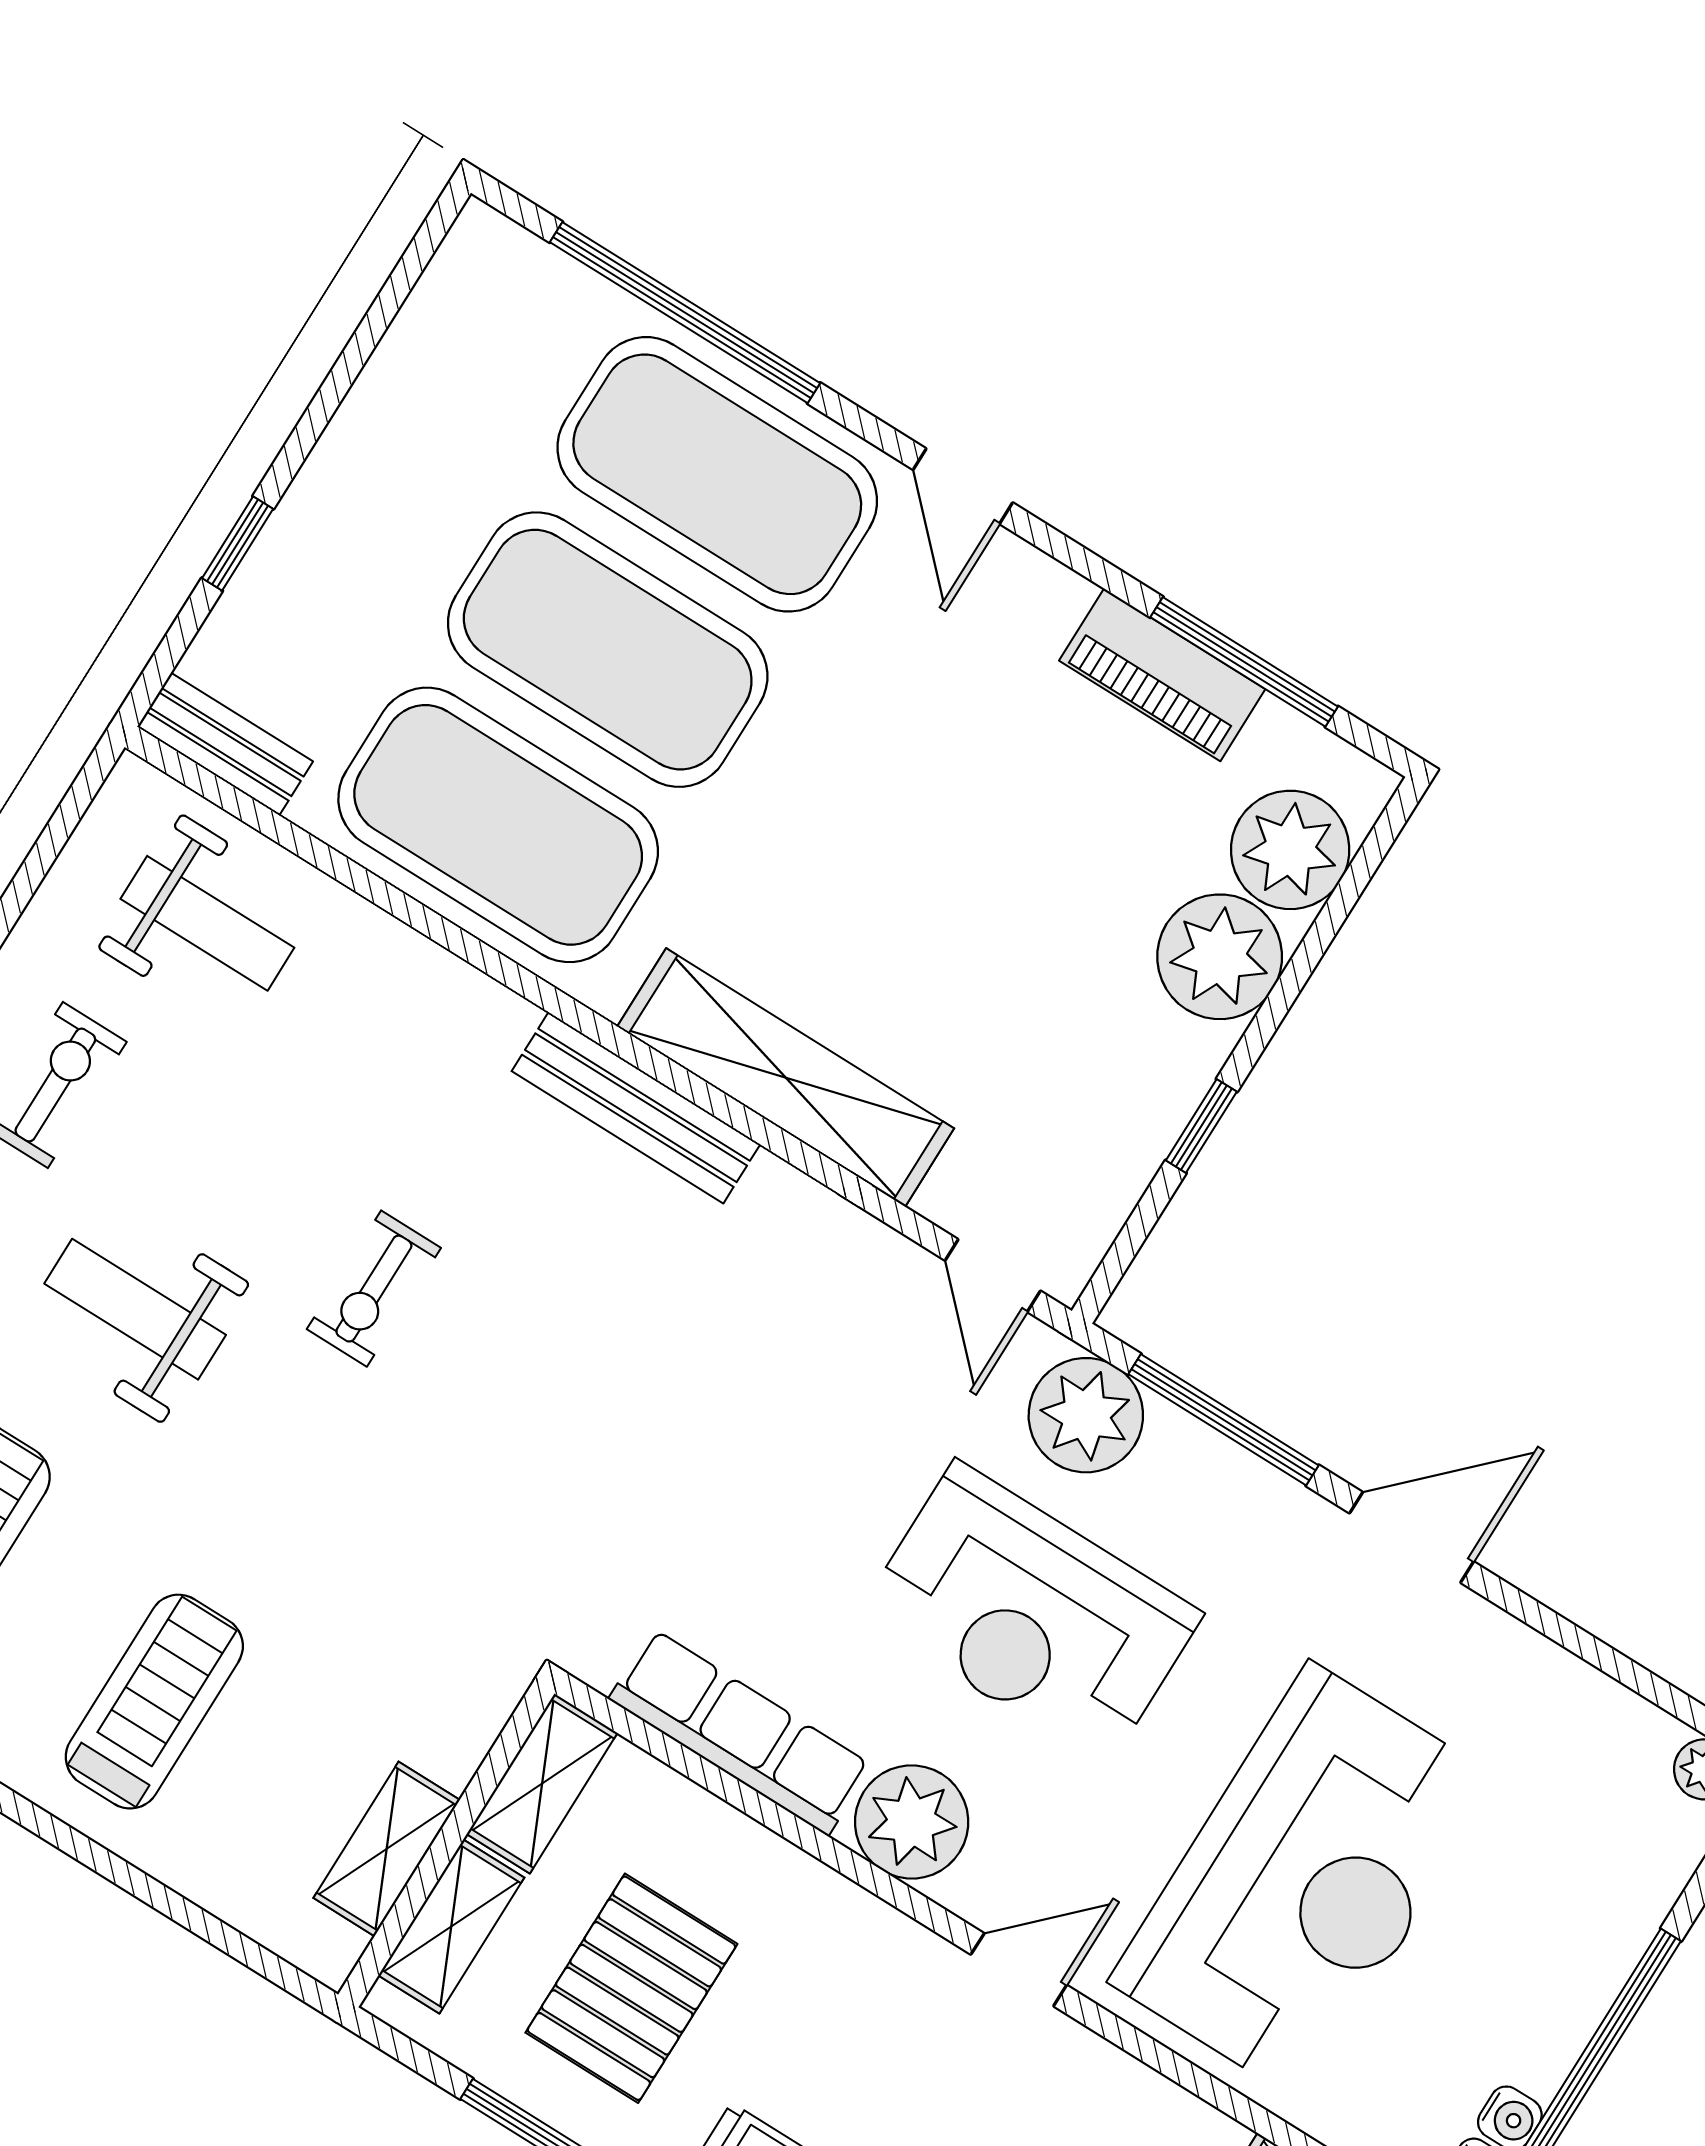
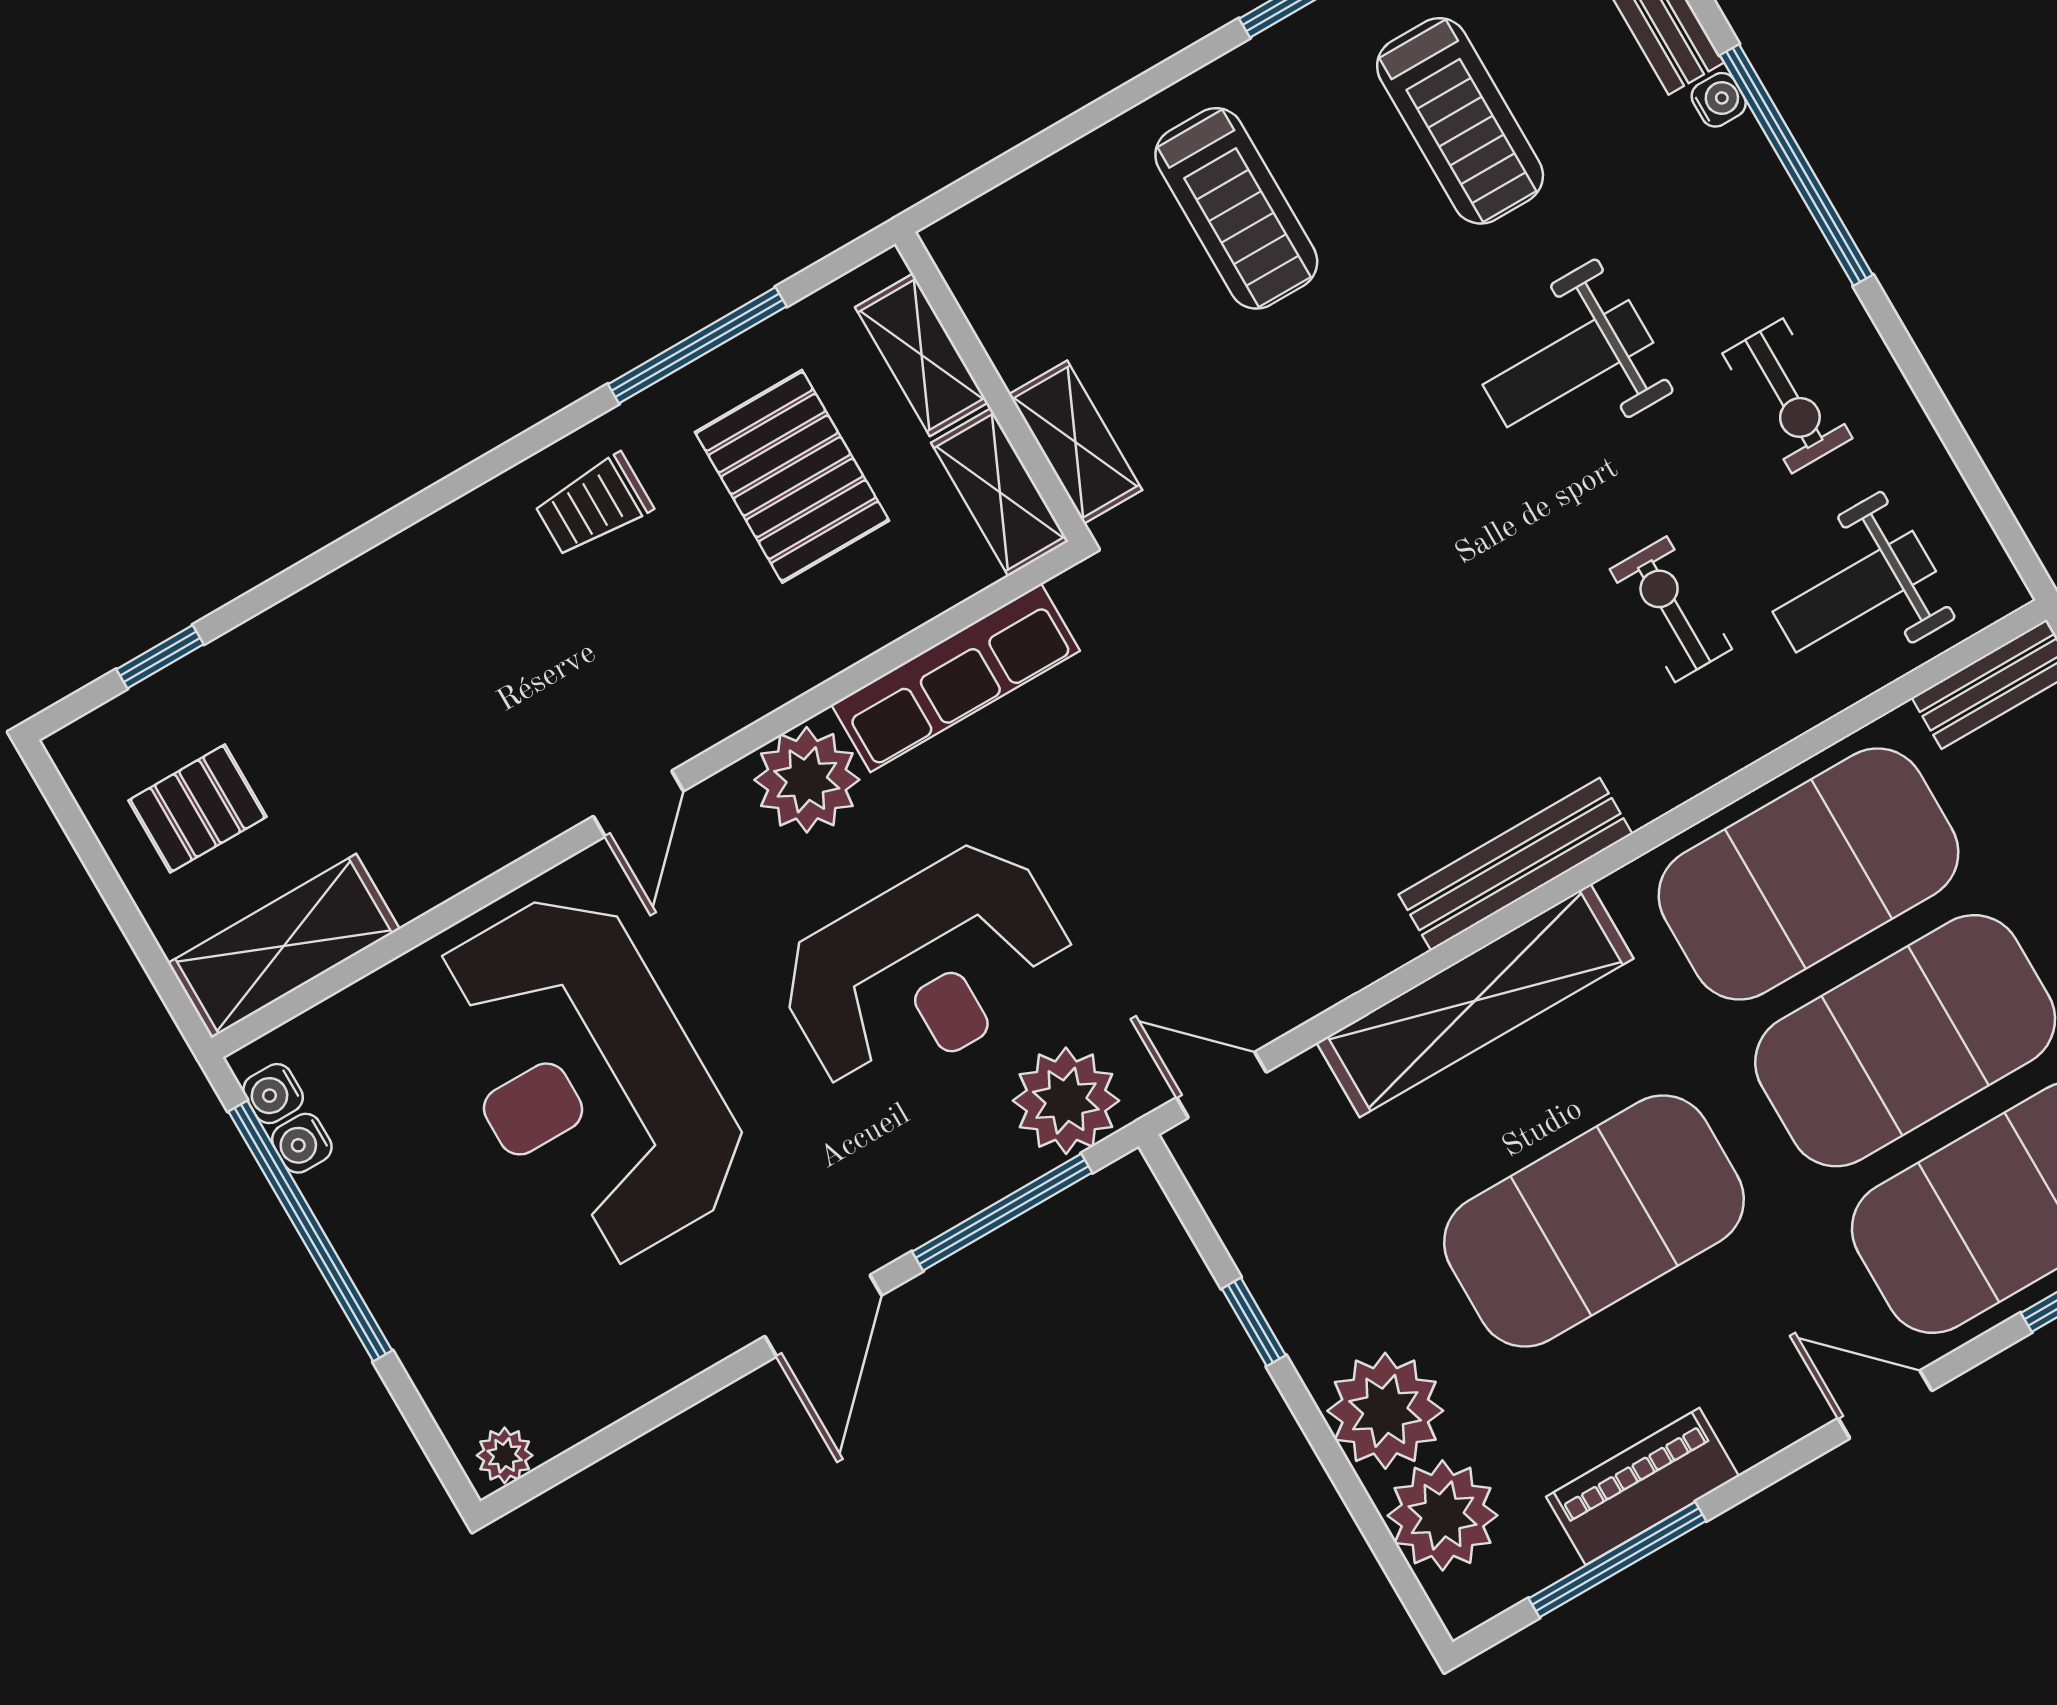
exercise mat: (935, 854) -> (1594, 1221), added
exercise bike: (374, 1289) -> (1671, 609), moved
weight bench: (135, 1309) -> (1568, 364), turned 180
reception desk: (1031, 1614) -> (926, 969), turned 180
shelving: (387, 1849) -> (1075, 442), moved

